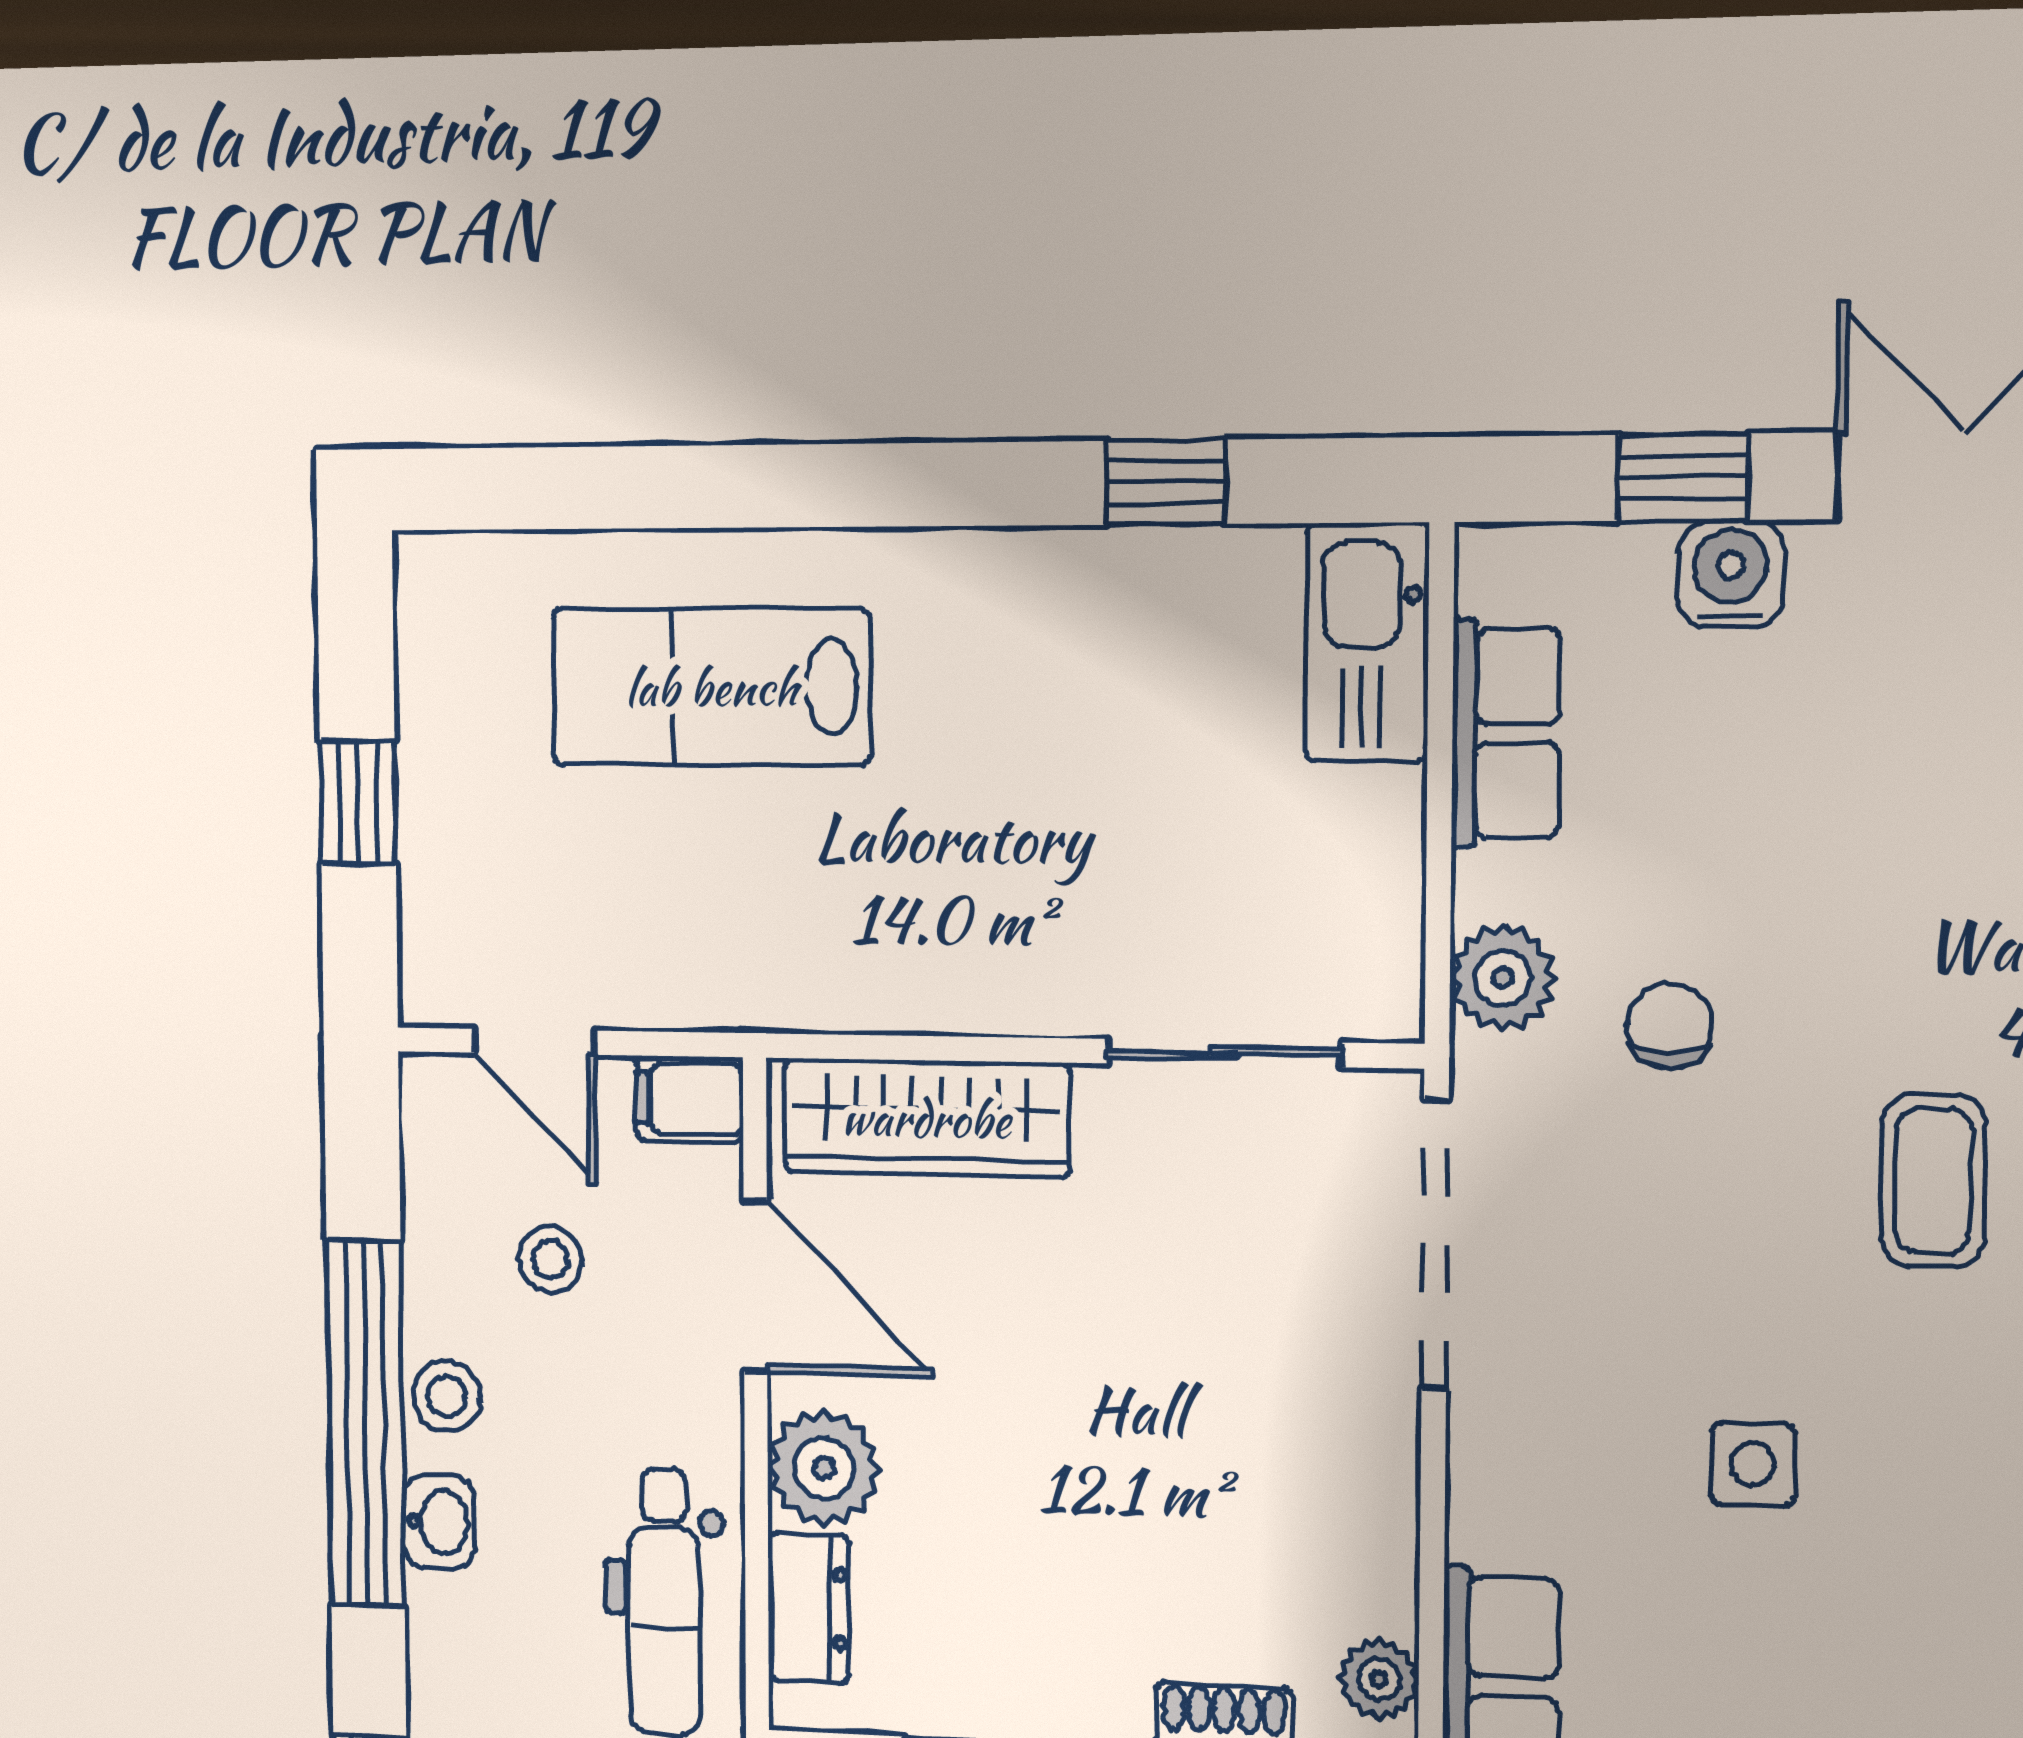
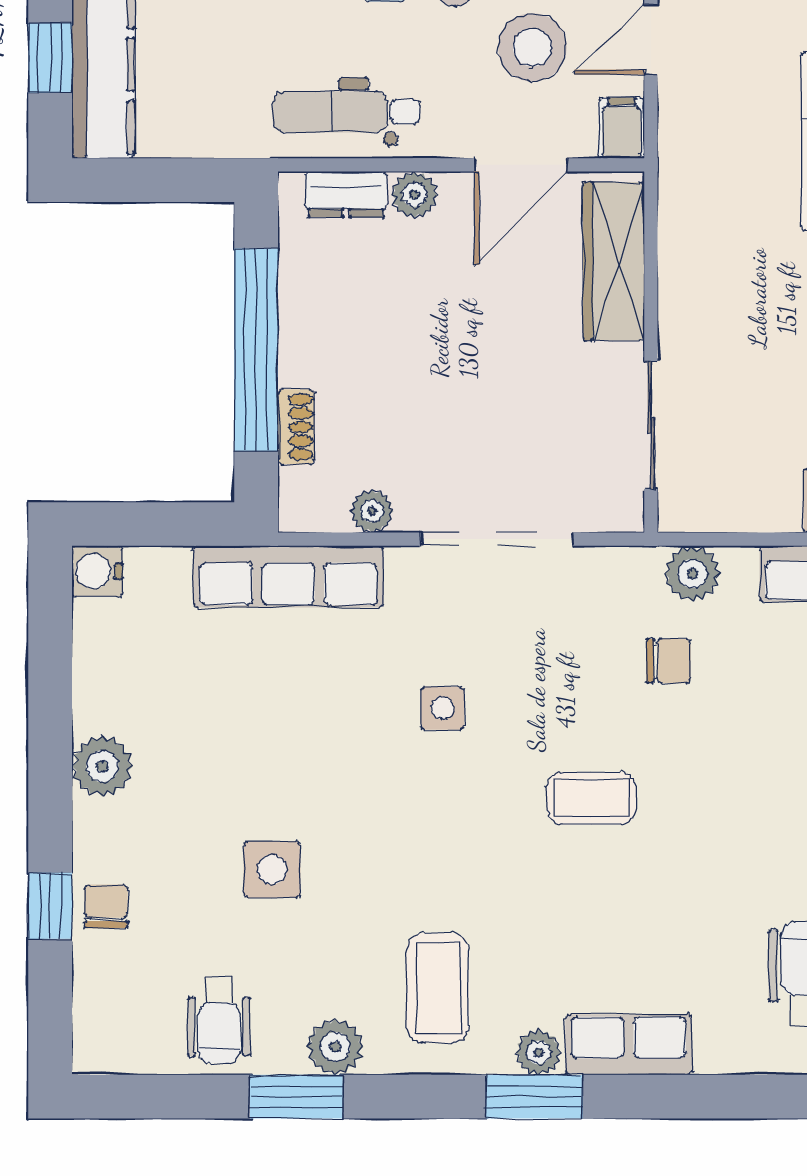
doorway: (1435, 1245) -> (497, 539), moved
stool: (550, 1260) -> (532, 47), width x1.89, depth x1.89
plant: (824, 1468) -> (414, 195), width x0.73, depth x0.73
plant: (1379, 1679) -> (372, 511), moved

